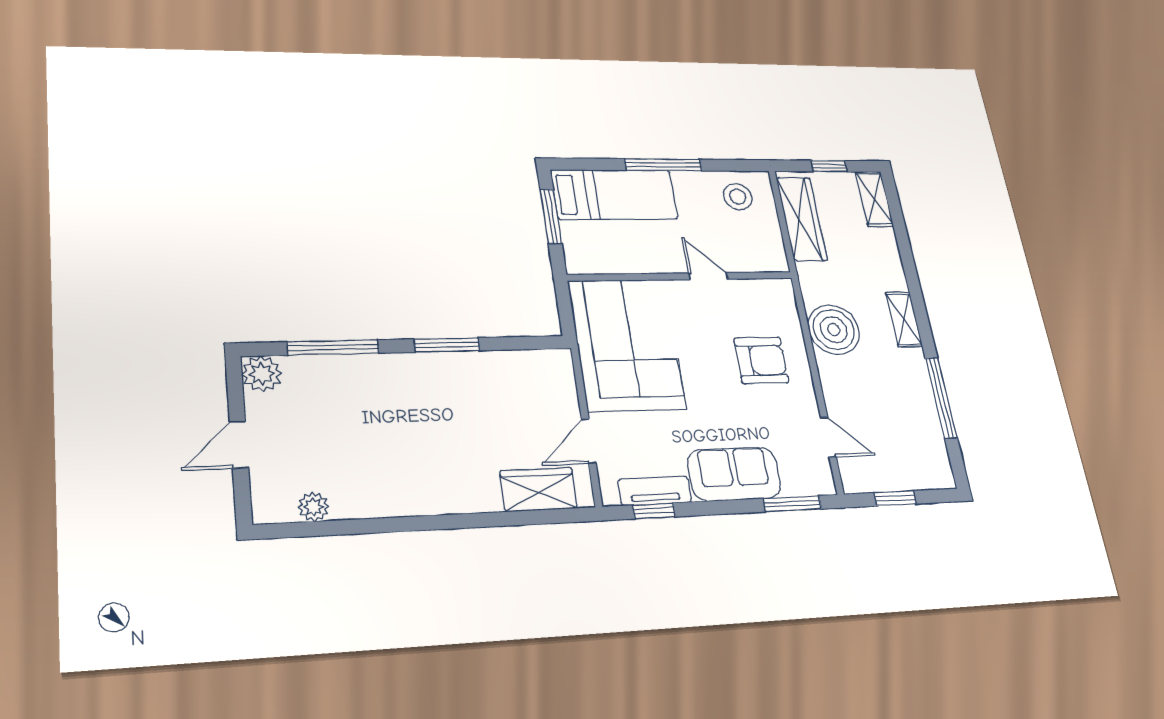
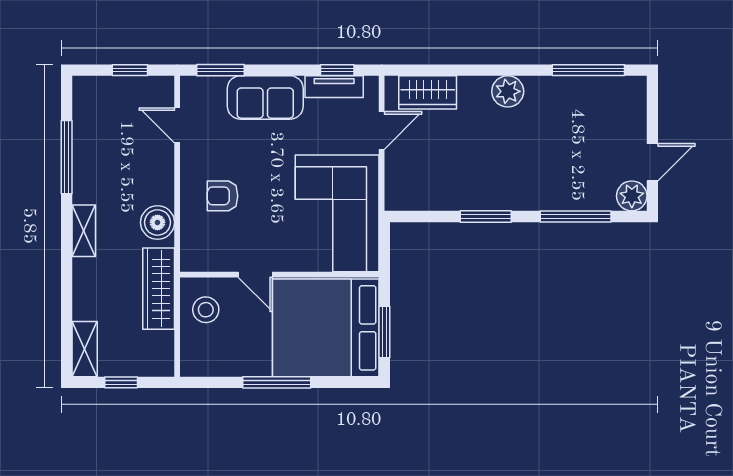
bed: (614, 195) -> (326, 328), width x2.04
stool: (738, 197) -> (206, 310), moved
wardrobe: (802, 219) -> (159, 289), moved
boiler: (834, 330) -> (157, 222), width x0.73, depth x0.73
armchair: (761, 360) -> (223, 196), width x0.72, depth x0.72
door: (239, 445) -> (652, 162), moved
plant: (313, 507) -> (508, 91), moved, width x1.38, depth x1.38
window: (333, 528) -> (588, 70), added

